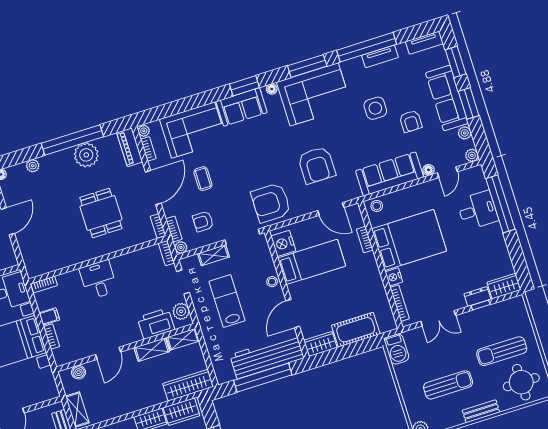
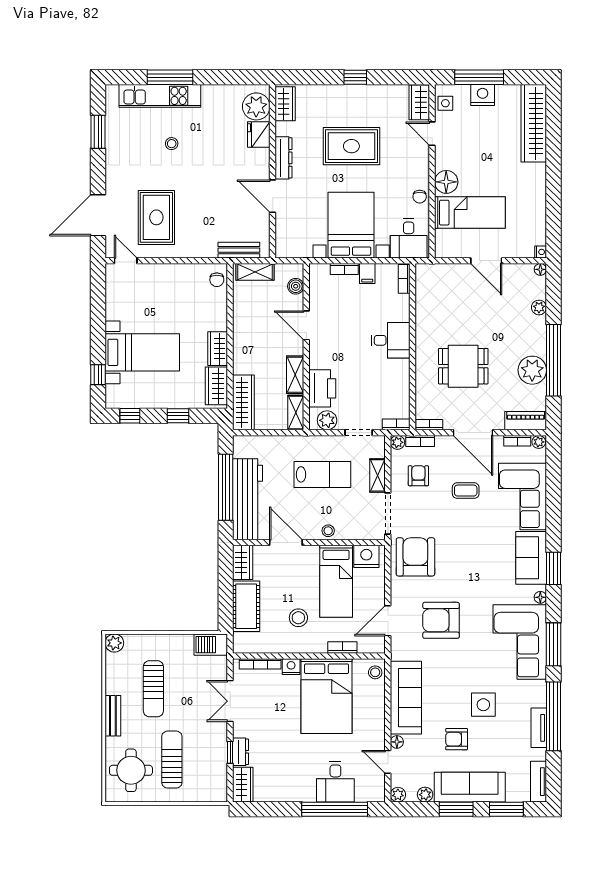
stool: (352, 284) -> (298, 618), added

